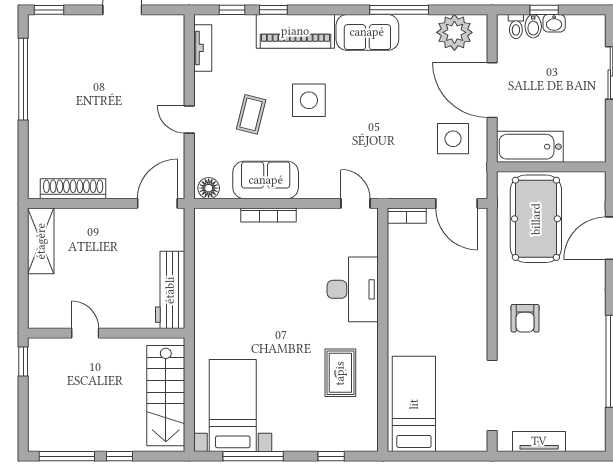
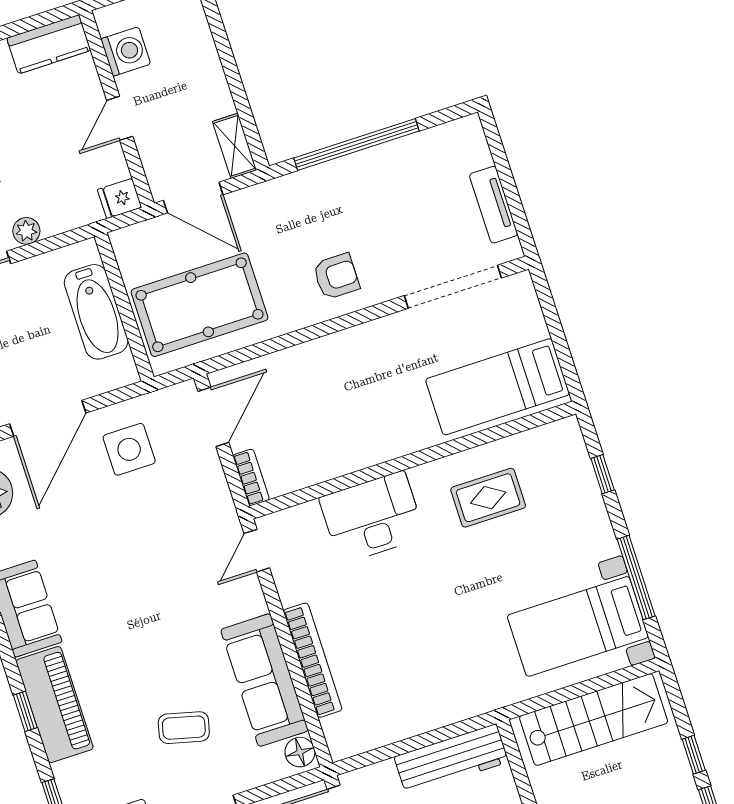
window: (273, 10) -> (25, 711), moved
side table: (309, 100) -> (140, 657), removed
bathtub: (530, 147) -> (96, 312), moved
sofa: (266, 180) -> (264, 680), width x1.36
bookcase: (268, 215) -> (313, 660), width x1.48, depth x1.31

